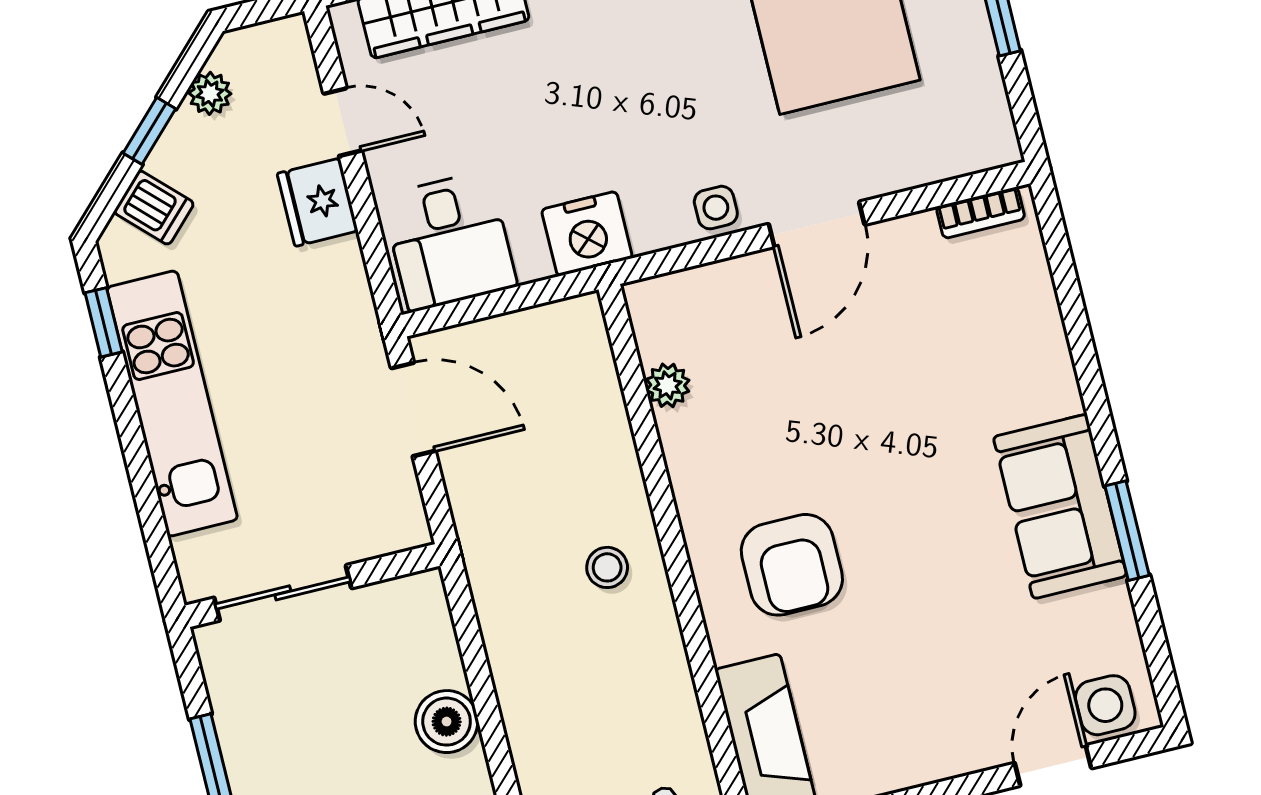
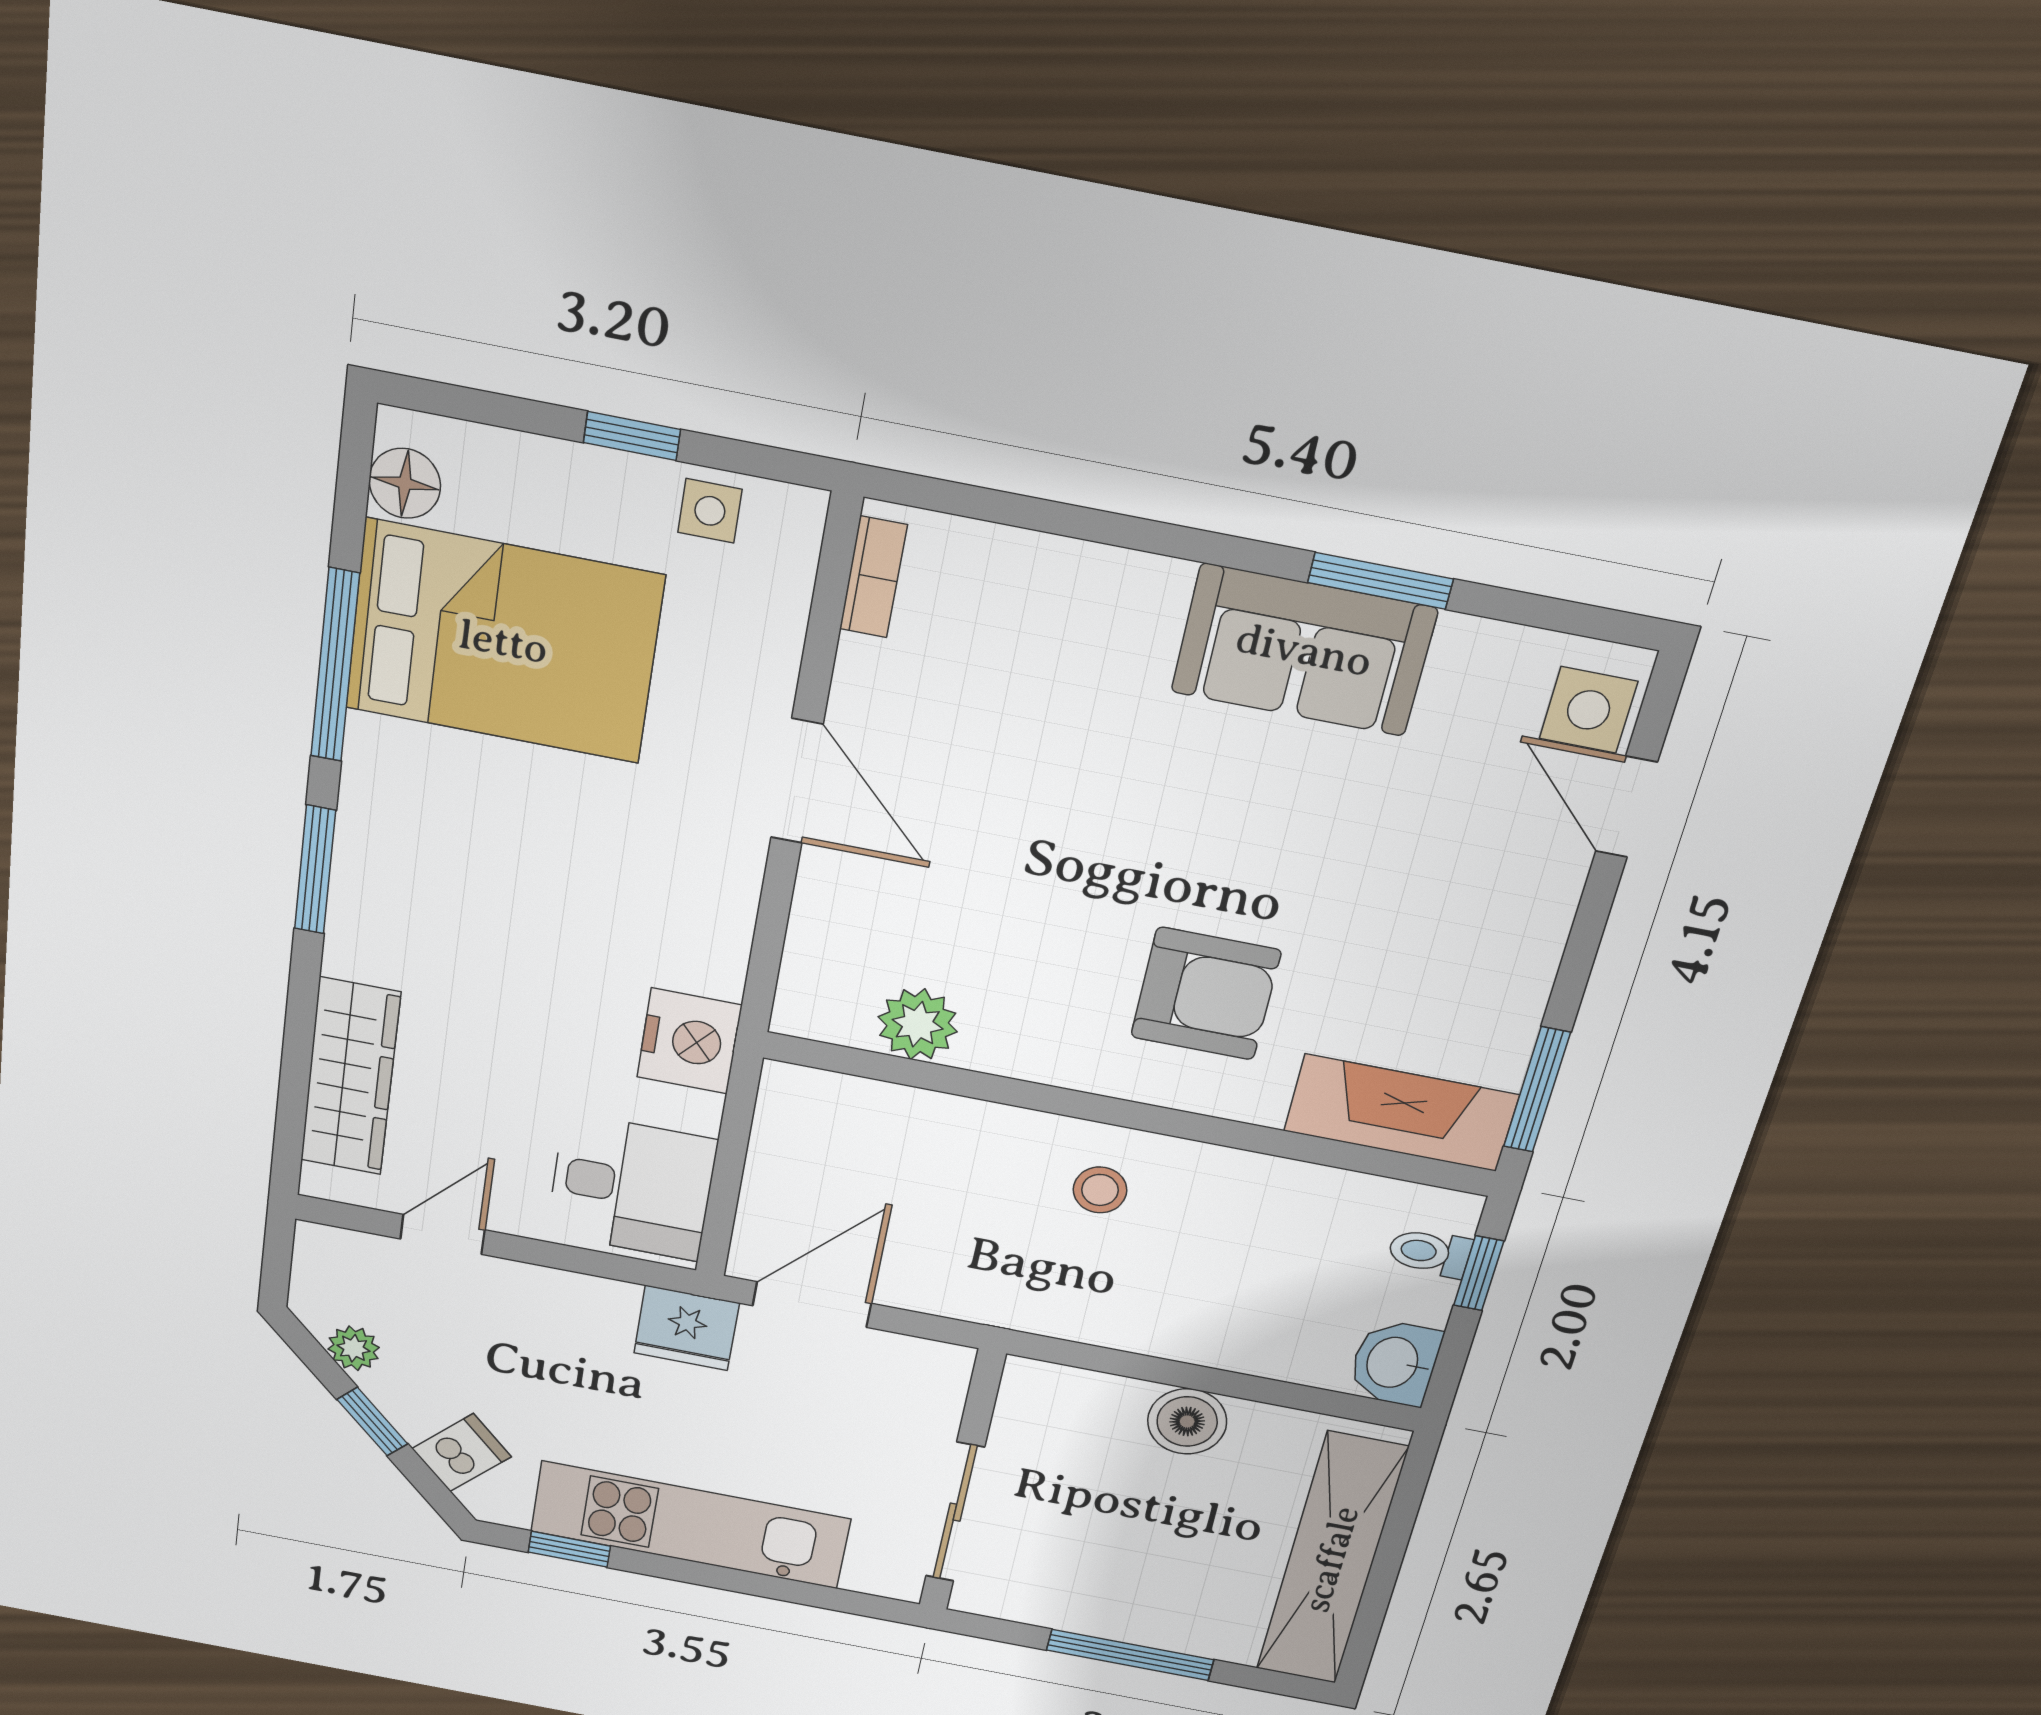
fridge: (318, 202) -> (687, 1328), moved
side table: (716, 208) -> (710, 511), moved
plant: (668, 385) -> (918, 1024), width x1.38, depth x1.38

